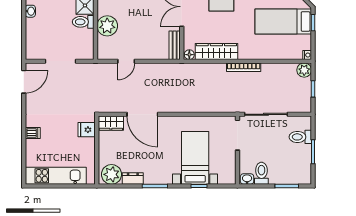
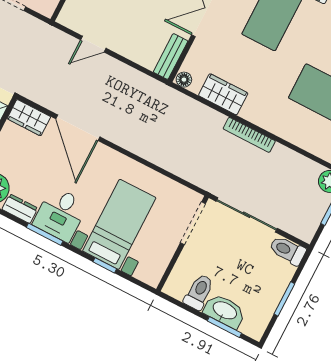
wardrobe: (216, 51) -> (223, 94), width x0.67
toilet: (300, 137) -> (287, 250), moved
desk: (158, 170) -> (60, 214), added
washbasin: (247, 179) -> (224, 311), moved, width x1.91, depth x1.45

